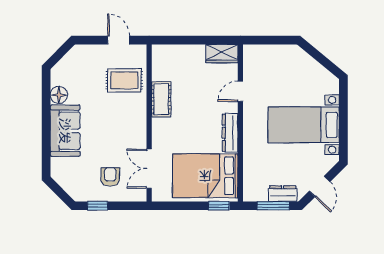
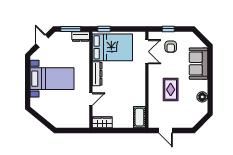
rug: (124, 80) -> (171, 90), moved, turned 90
cot: (161, 99) -> (139, 117), moved
sofa: (65, 131) -> (198, 64), moved
dresser: (283, 194) -> (81, 36), moved
window: (97, 206) -> (168, 29), moved

